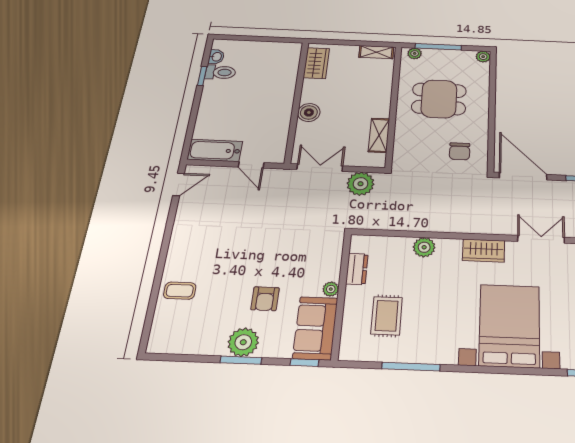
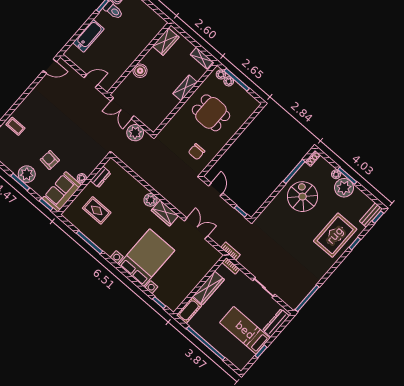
plant: (483, 57) -> (229, 81), moved
shelving: (379, 135) -> (185, 88), moved
bathtub: (215, 150) -> (88, 36), moved, turned 90
door: (251, 165) -> (91, 81), swing flipped
double door: (320, 168) -> (122, 108), swing flipped
door: (523, 176) -> (216, 189), width x0.53
plant: (424, 247) -> (150, 200), moved
armchair: (265, 299) -> (50, 160), turned 96
rug: (387, 316) -> (97, 210), turned 90

